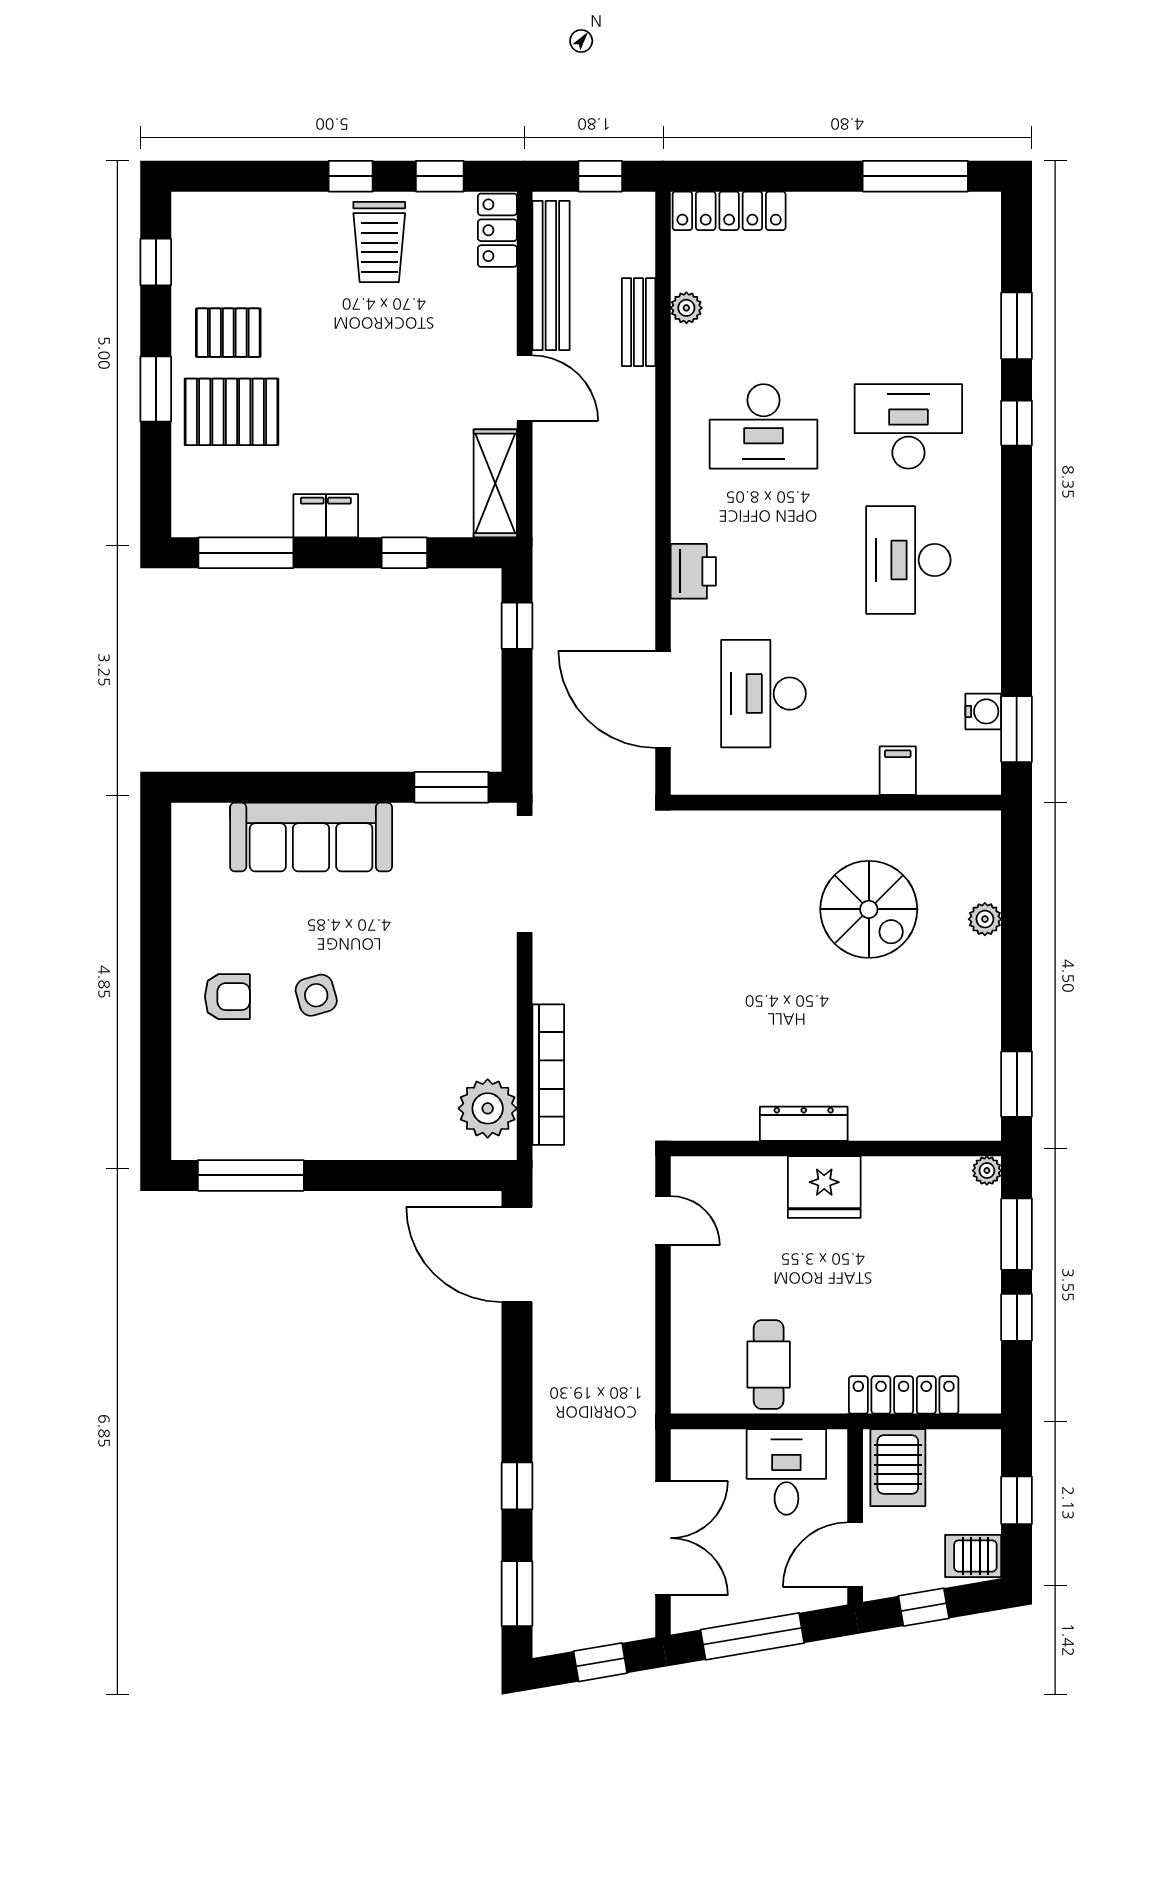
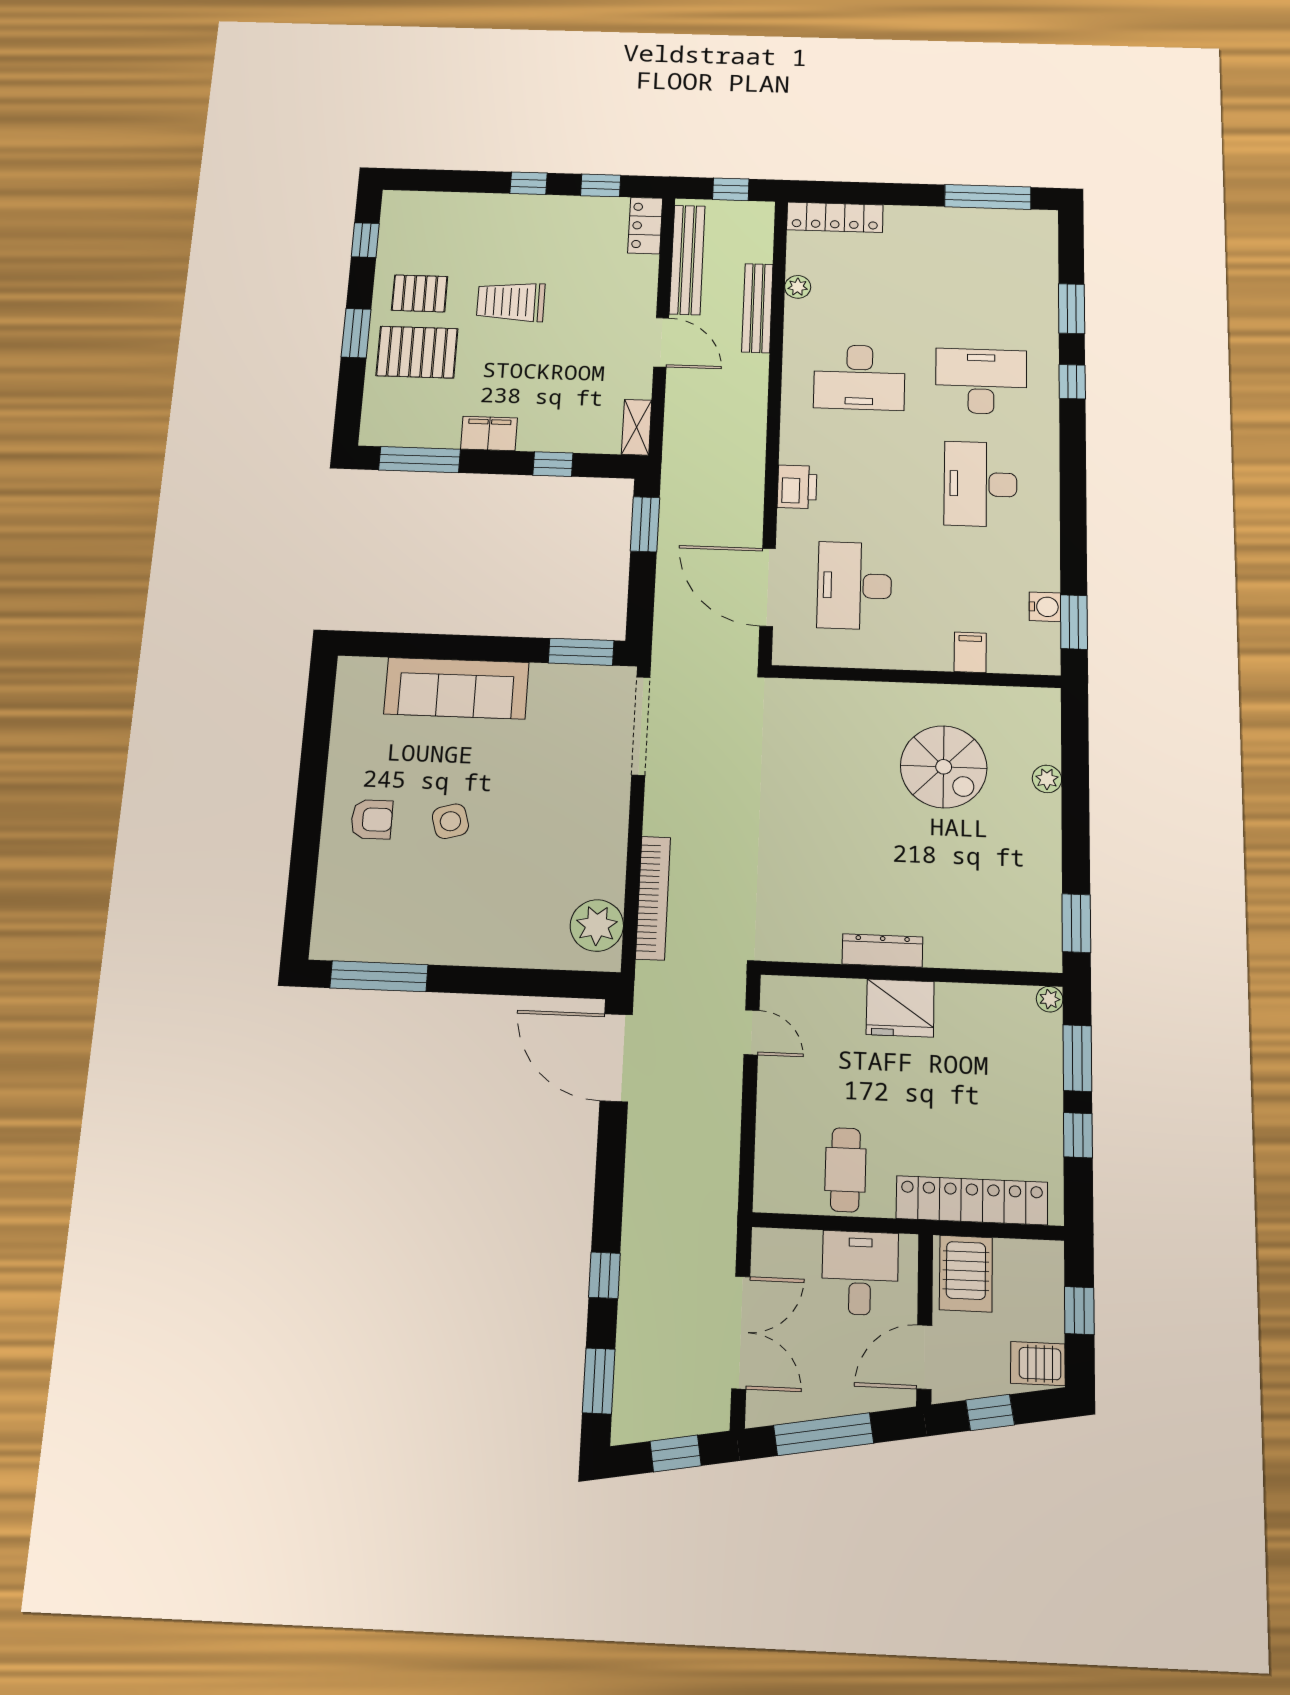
trolley: (379, 242) -> (511, 302), moved, turned 90
bench: (639, 322) -> (757, 308), width x1.36
shelving: (495, 483) -> (637, 427), width x0.67, depth x0.75
window: (517, 626) -> (645, 524), width x1.50
locker: (904, 1395) -> (972, 1200), width x1.41, depth x1.21

